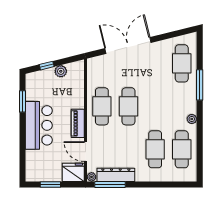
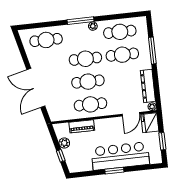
window: (200, 85) -> (81, 21), moved
window: (23, 101) -> (114, 171), moved
cafe table: (155, 106) -> (85, 59), added
piano: (78, 123) -> (82, 126), moved
bar counter: (39, 125) -> (120, 156), width x1.36
window: (110, 184) -> (152, 51), moved

